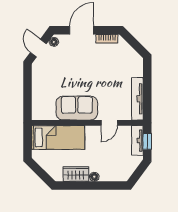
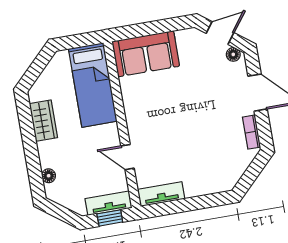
tv unit: (137, 99) -> (161, 194), width x0.71
sofa: (77, 108) -> (146, 54), moved, turned 90
floor lamp: (94, 177) -> (49, 176), moved

